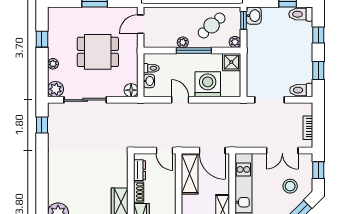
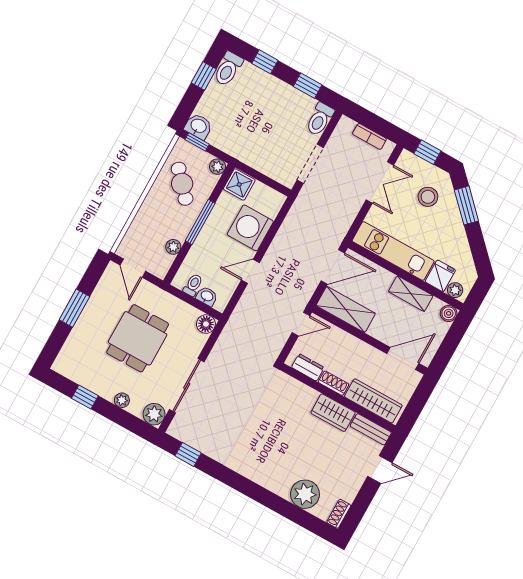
plant: (183, 42) -> (173, 247), moved

